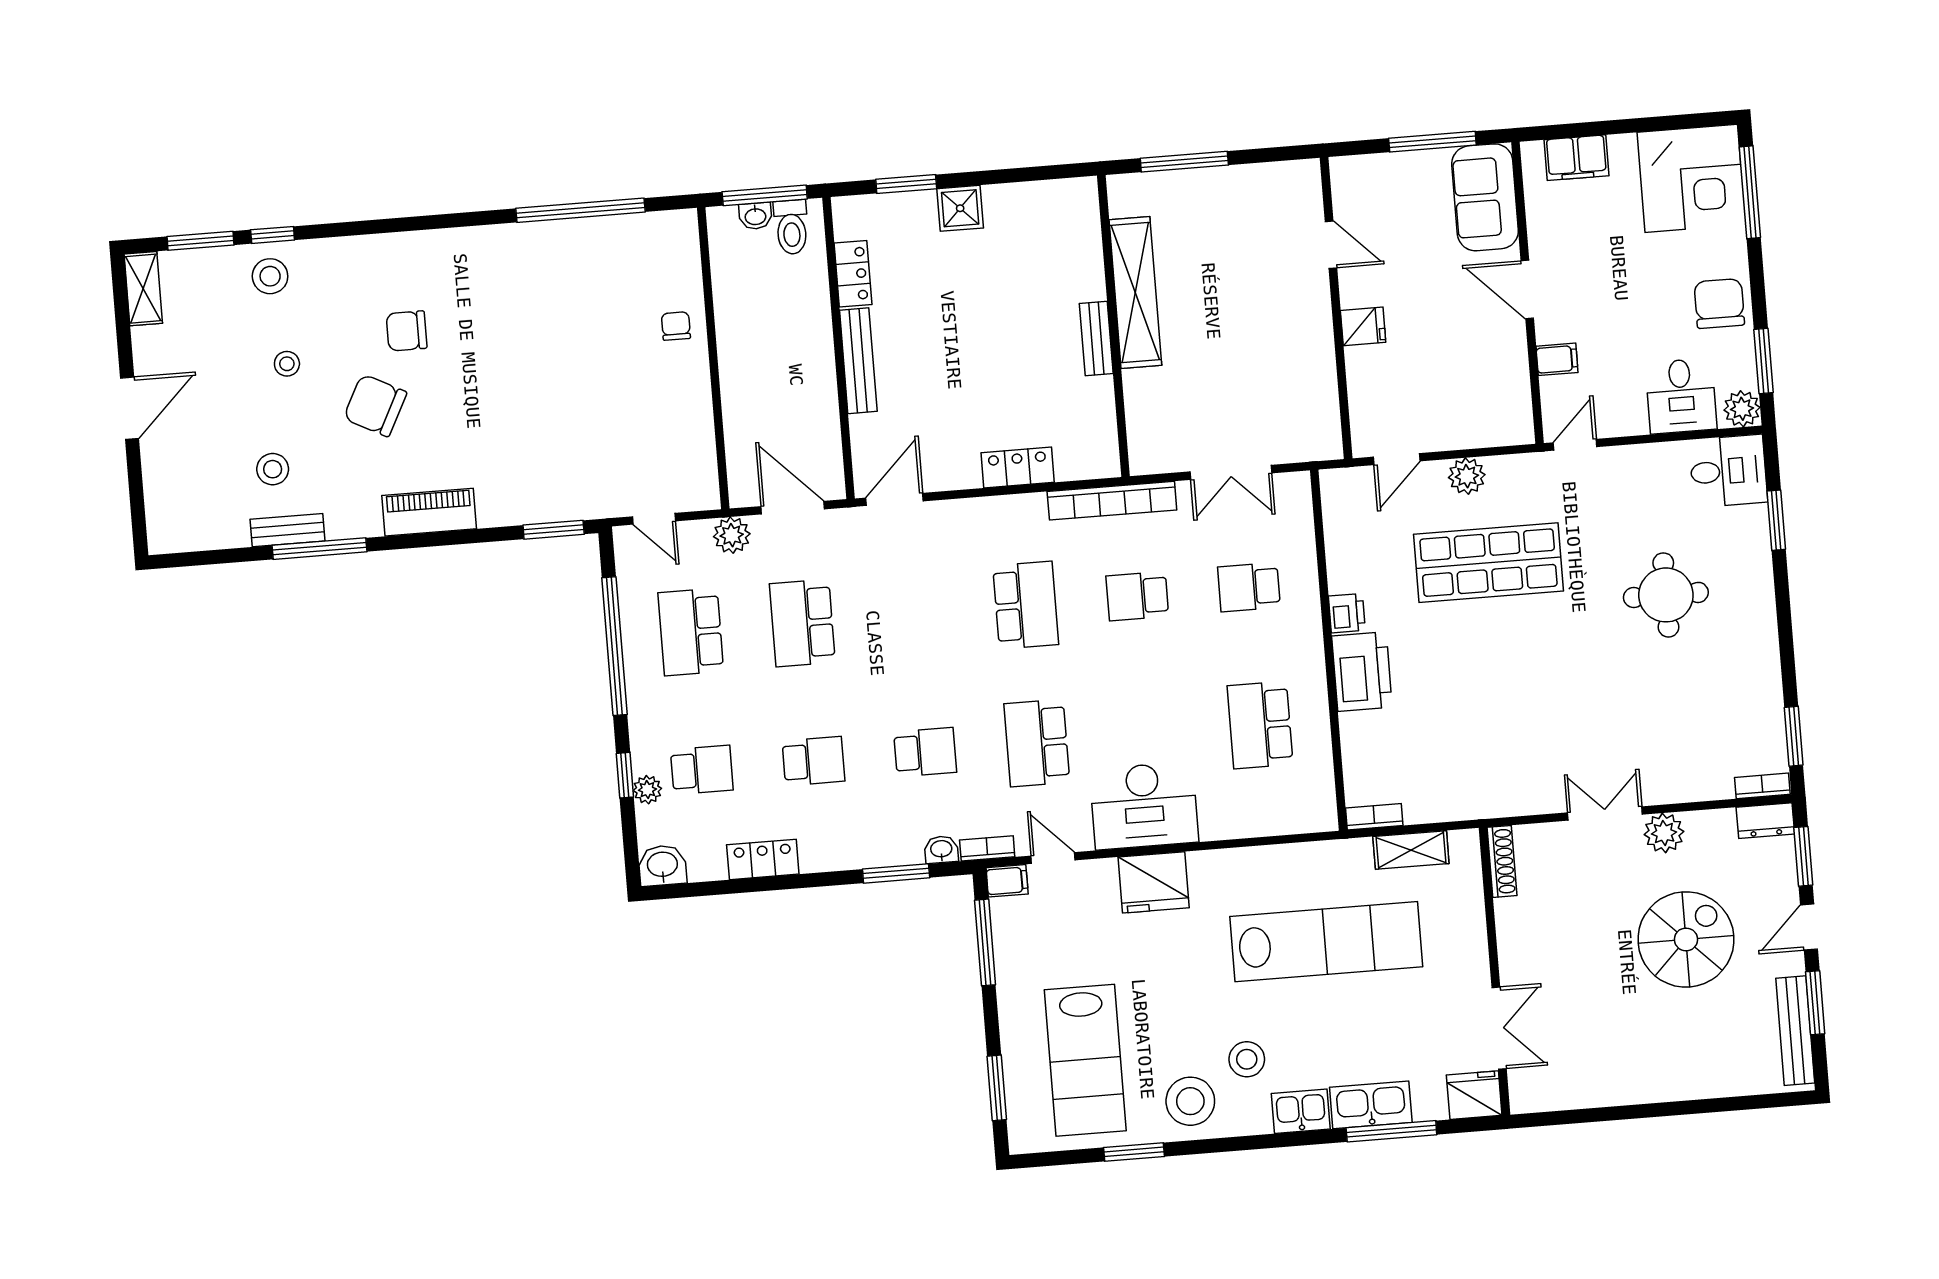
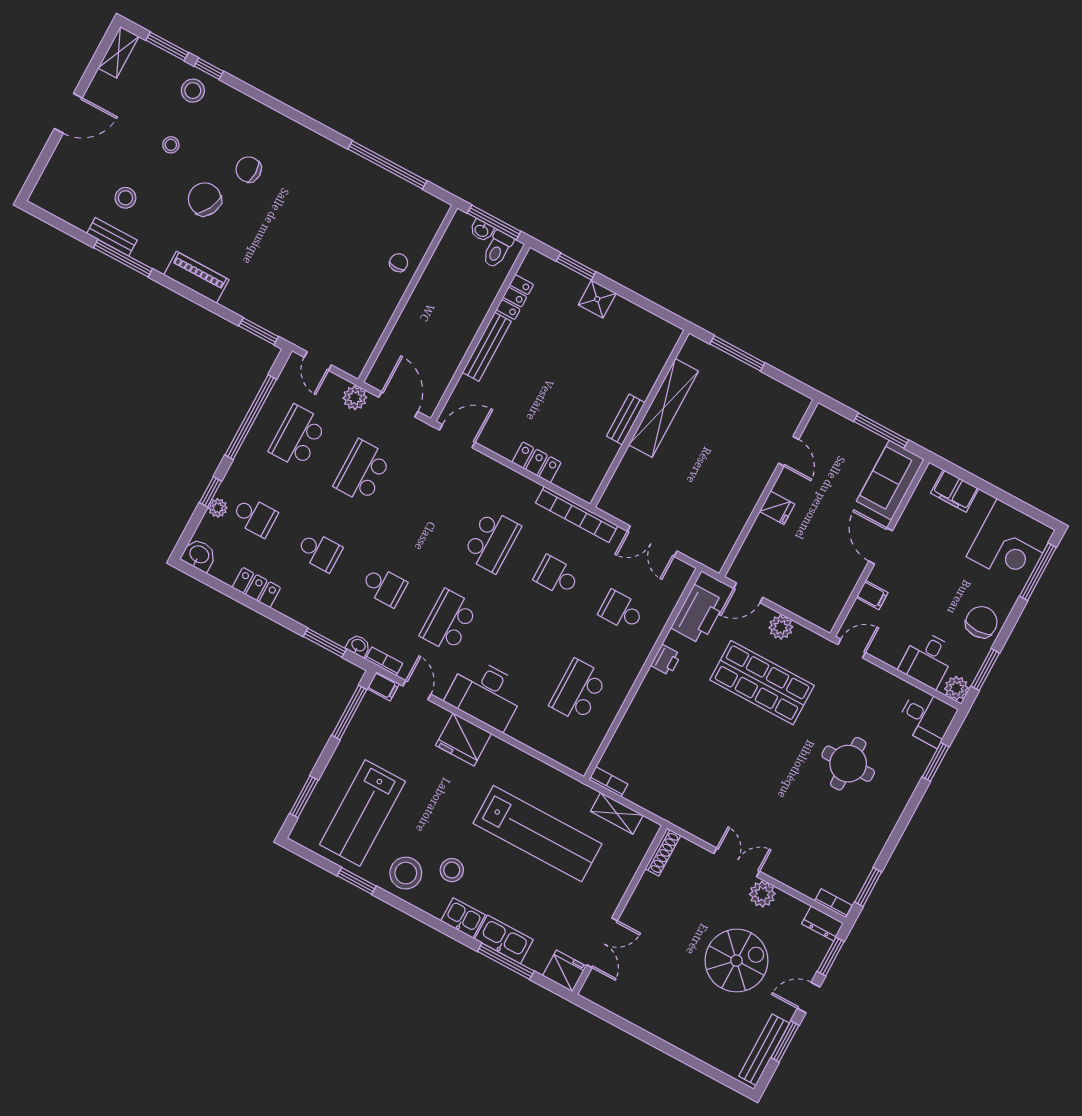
printer: (1362, 672) -> (698, 615), moved

